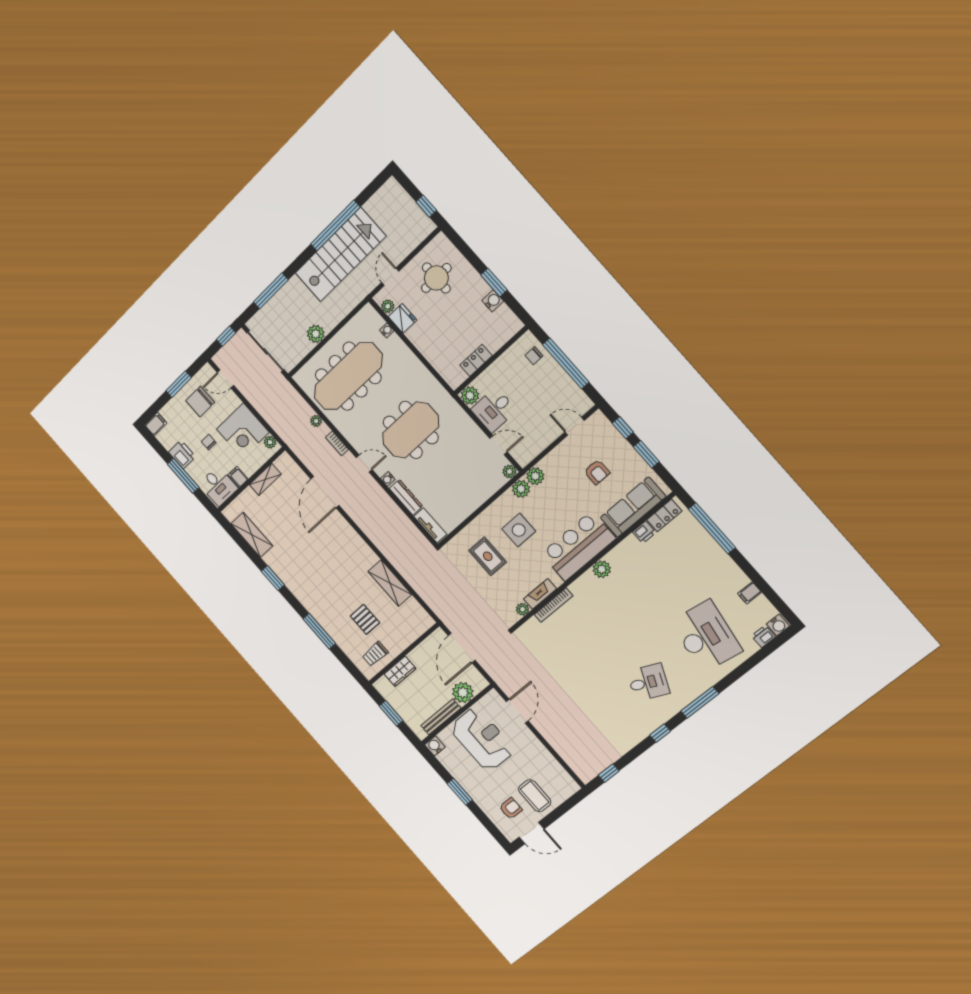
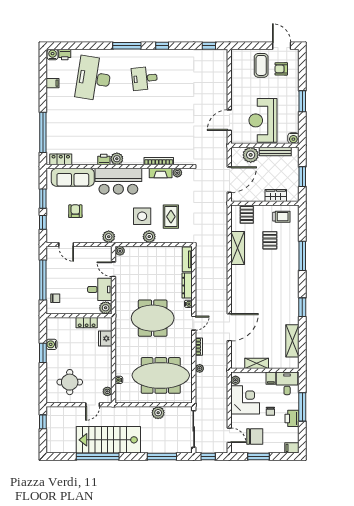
fridge: (403, 318) -> (105, 338), moved
door: (364, 464) -> (194, 323), swing flipped
plant: (521, 489) -> (149, 237), moved
printer: (644, 532) -> (104, 159), moved
pallet: (411, 626) -> (247, 215), added
desk: (648, 682) -> (145, 78), turned -30

